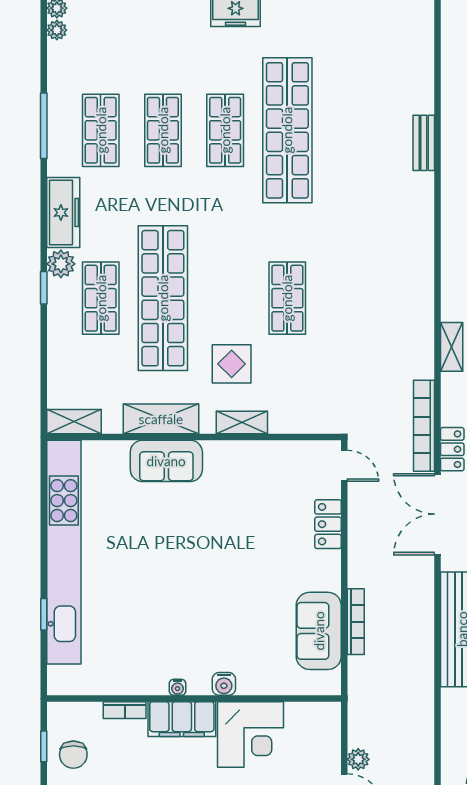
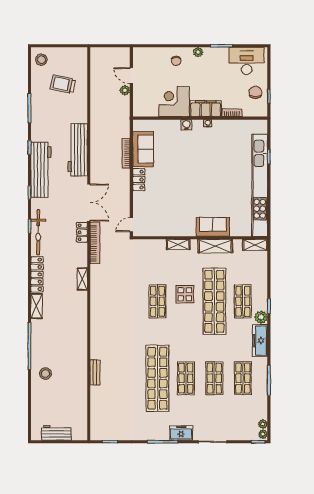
display table: (232, 364) -> (185, 294), moved
door: (344, 466) -> (131, 225), hinge flipped
locker: (328, 524) -> (139, 180), moved

